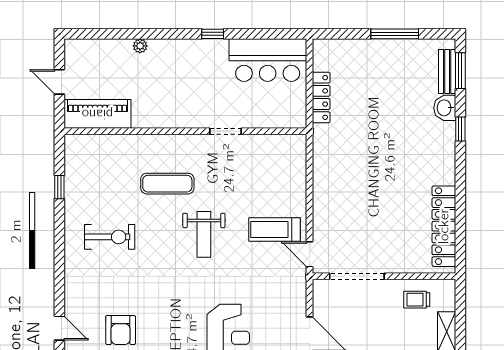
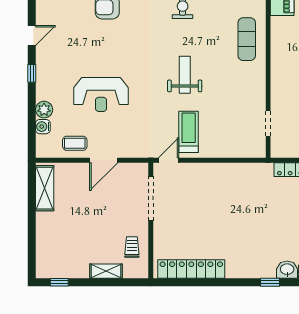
doorway: (226, 131) -> (268, 124), moved
exercise mat: (167, 184) -> (247, 39), moved
weight bench: (204, 234) -> (185, 75), turned 90

